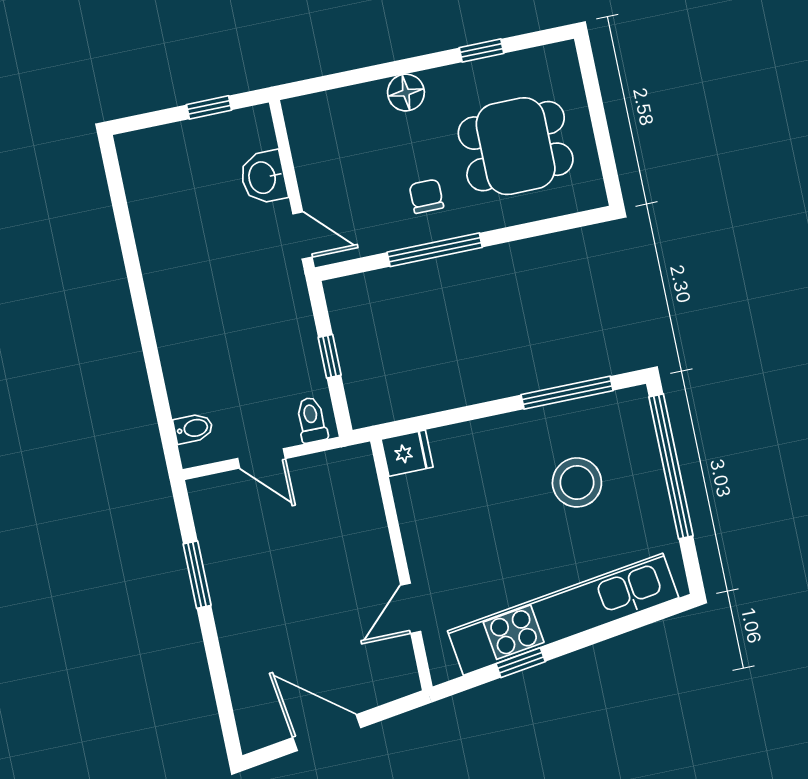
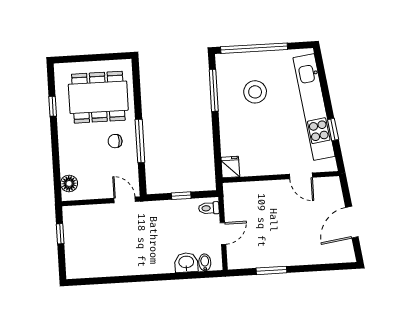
floor lamp: (406, 93) -> (69, 183), moved
dining table: (516, 146) -> (98, 97), width x1.38
washbasin: (263, 177) -> (186, 263), moved, turned 180
door: (302, 236) -> (125, 200), hinge flipped

